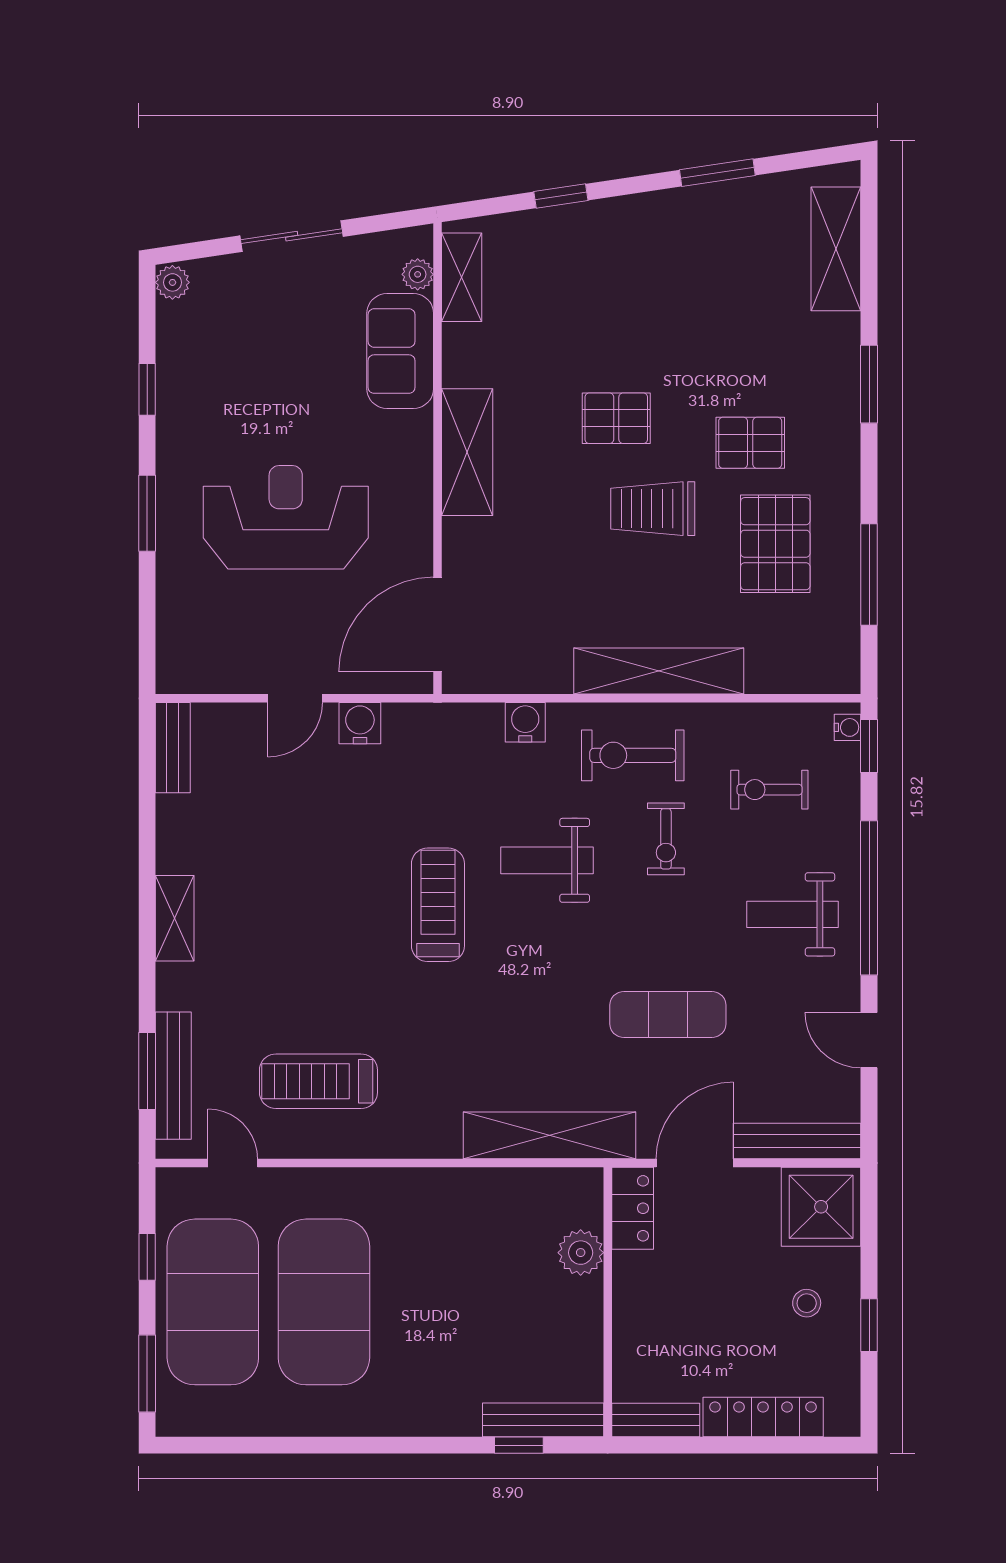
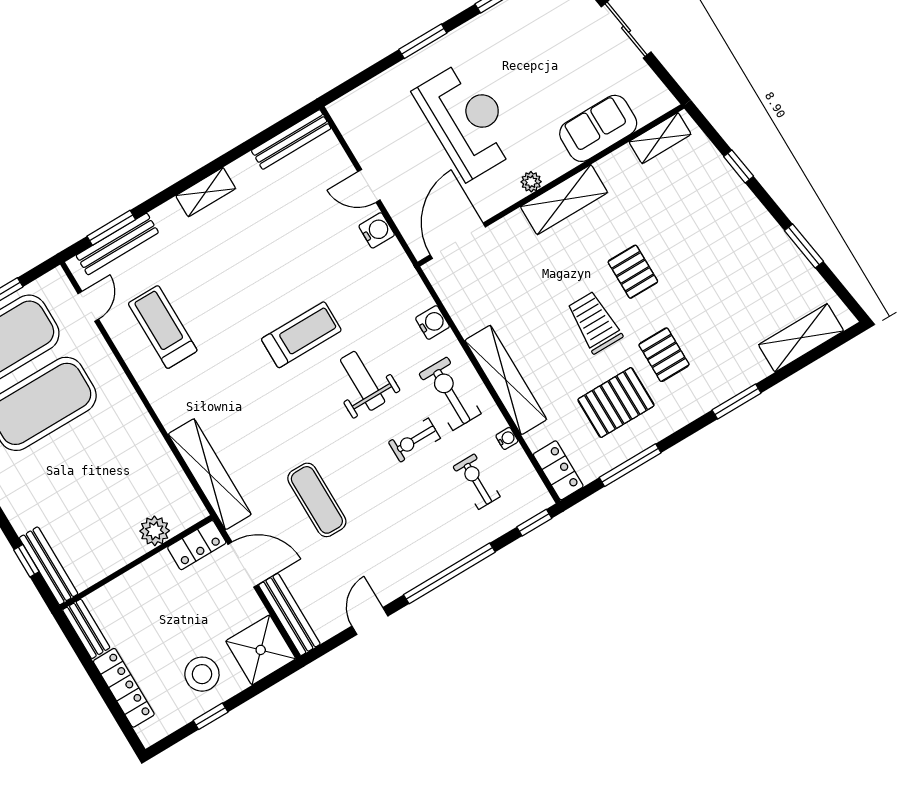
plant: (418, 274) -> (531, 182), moved
door: (438, 625) -> (458, 241), hinge flipped
locker: (819, 673) -> (558, 470), added
water cooler: (847, 727) -> (507, 438), moved, turned -90
bench: (173, 748) -> (291, 139), width x1.36
weight bench: (793, 914) -> (415, 536), removed
stool: (807, 1303) -> (202, 674), width x1.89, depth x1.89

